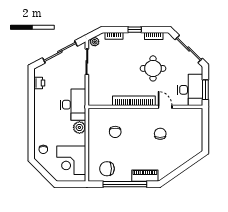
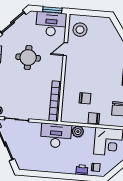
printer: (39, 83) -> (82, 170), moved
bookcase: (134, 101) -> (55, 101), moved
stool: (187, 121) -> (80, 30), added
chair: (160, 134) -> (94, 118), moved

